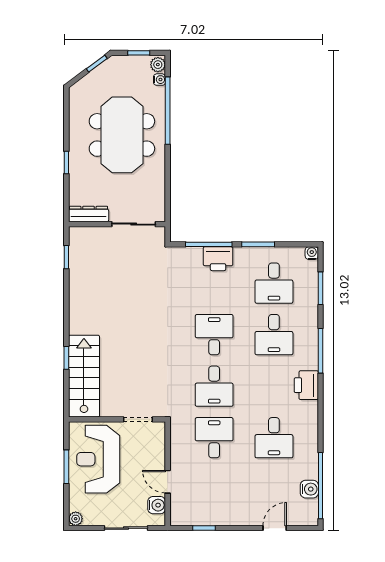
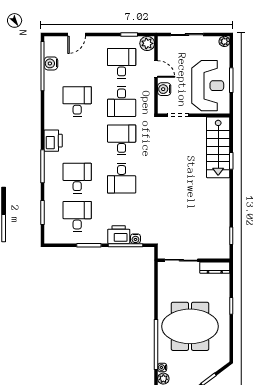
meeting table: (122, 135) -> (190, 326), turned 90
water cooler: (312, 253) -> (135, 239), moved
desk: (214, 489) -> (122, 63), added
water cooler: (157, 505) -> (164, 89), moved
plant: (180, 516) -> (147, 43), added

